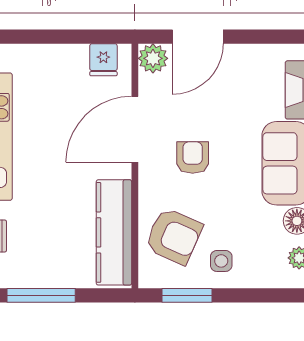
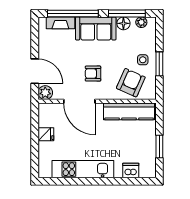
fridge: (103, 60) -> (46, 134), moved
window: (41, 295) -> (159, 146), width x0.69
window: (187, 295) -> (159, 64), moved

